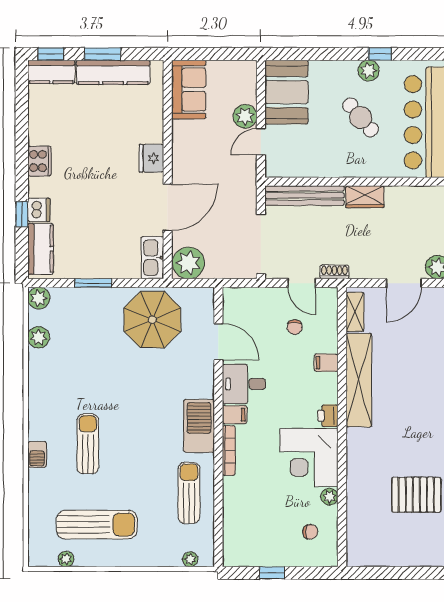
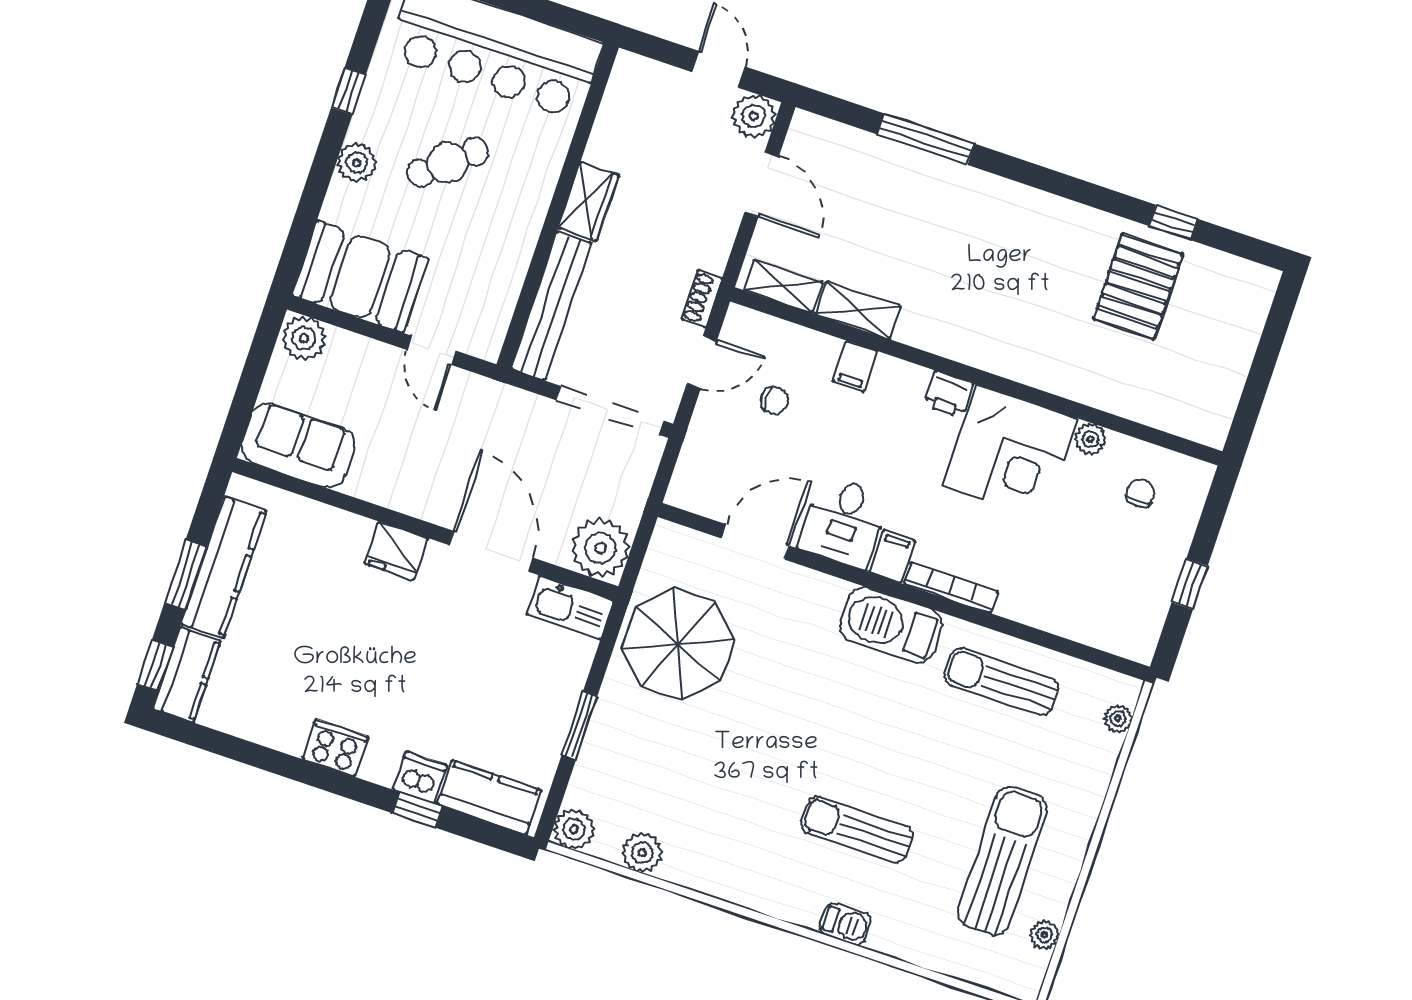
plant: (369, 71) -> (357, 163), moved
plant: (245, 116) -> (304, 338), moved
shelving: (359, 380) -> (858, 310), width x0.45, depth x0.75

